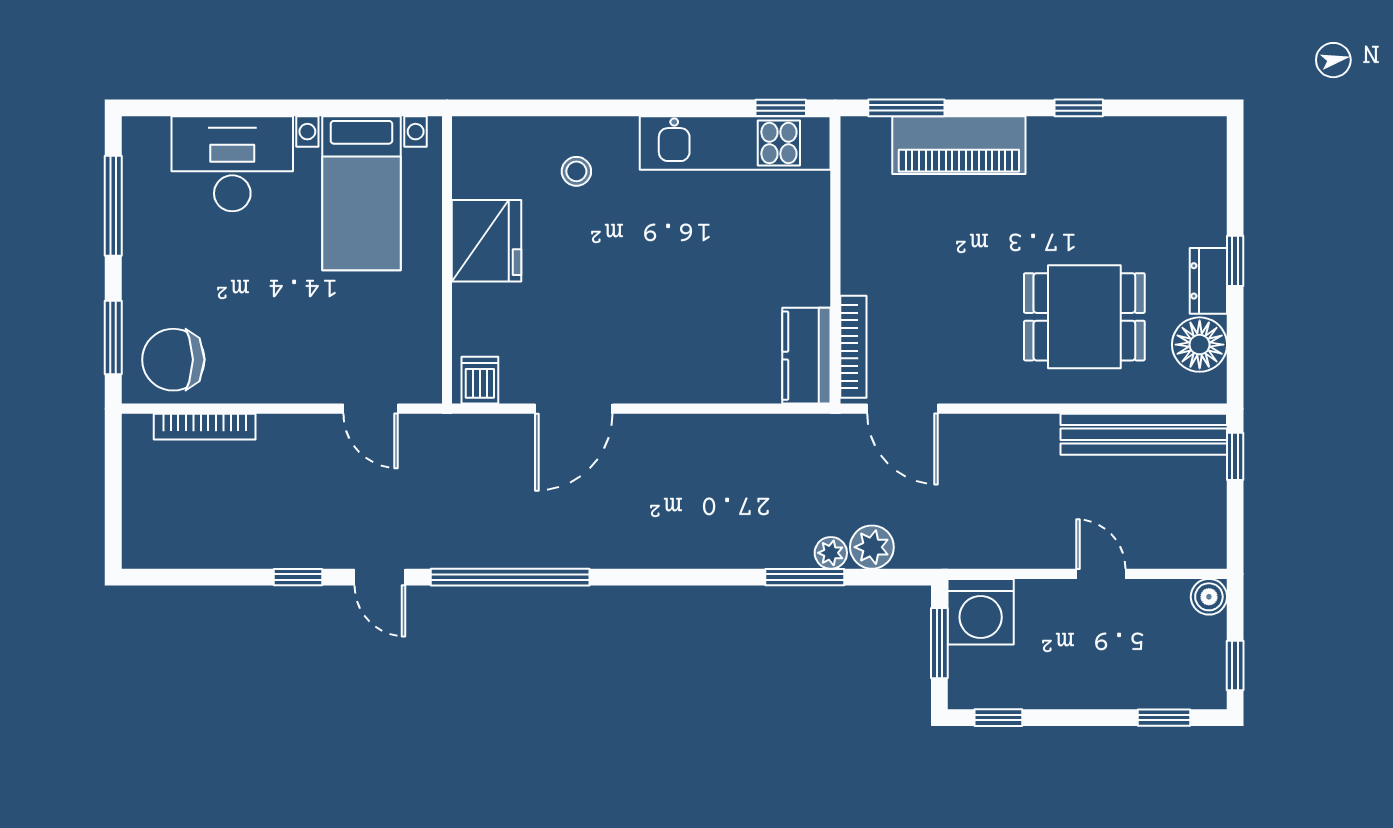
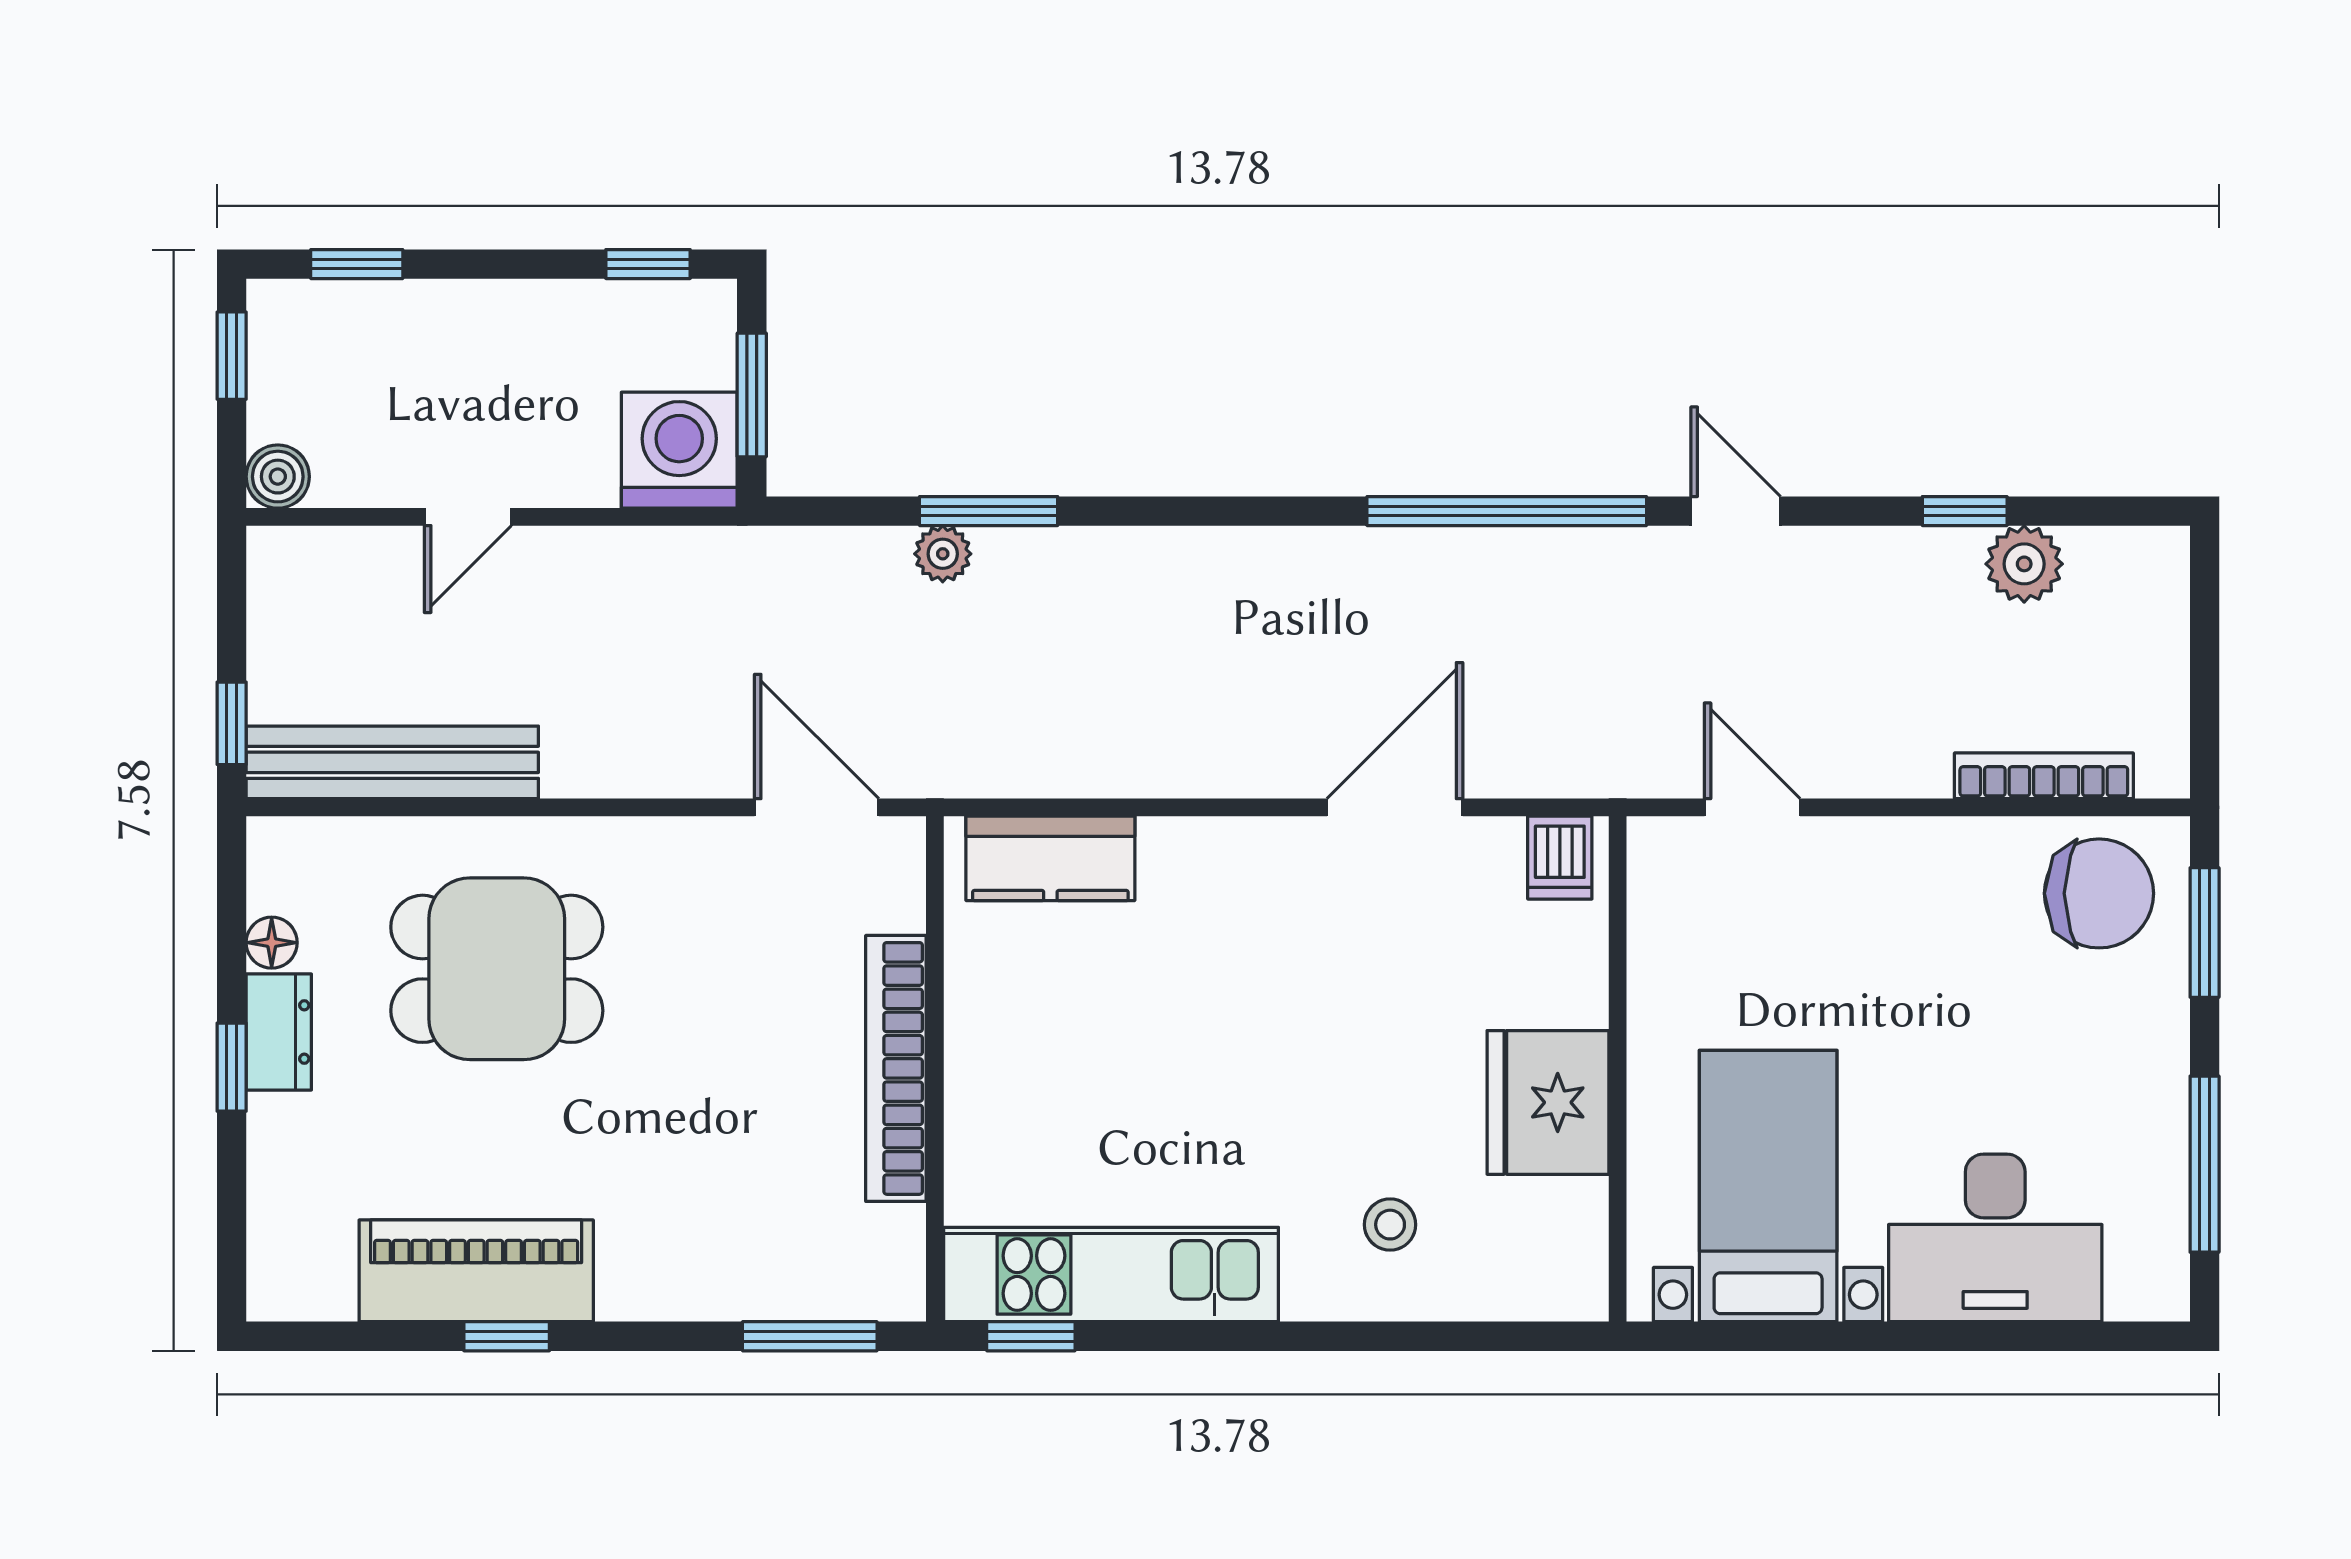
piano: (959, 145) -> (476, 1271), moved
floor lamp: (1200, 345) -> (272, 943), width x0.53, depth x0.53
bookcase: (853, 347) -> (896, 1068), moved, width x1.48, depth x1.31
kitchen counter: (806, 356) -> (1050, 858), moved, turned 90
plant: (872, 547) -> (2024, 564), moved
door: (1101, 574) -> (468, 517), hinge flipped
window: (298, 577) -> (1965, 511), moved

